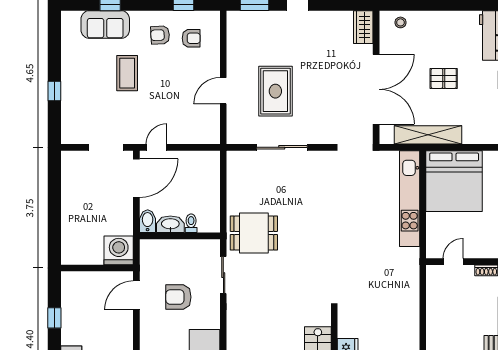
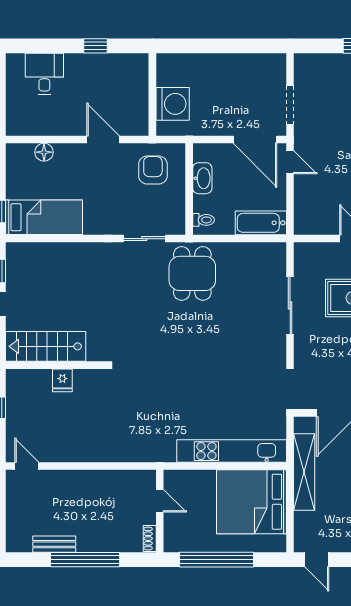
bathtub: (209, 173) -> (261, 223), added
bidet: (148, 221) -> (206, 152), removed
toilet: (191, 223) -> (203, 220), moved
washing machine: (119, 250) -> (173, 104), moved
door: (136, 295) -> (103, 139), moved
armchair: (178, 297) -> (153, 170), moved

